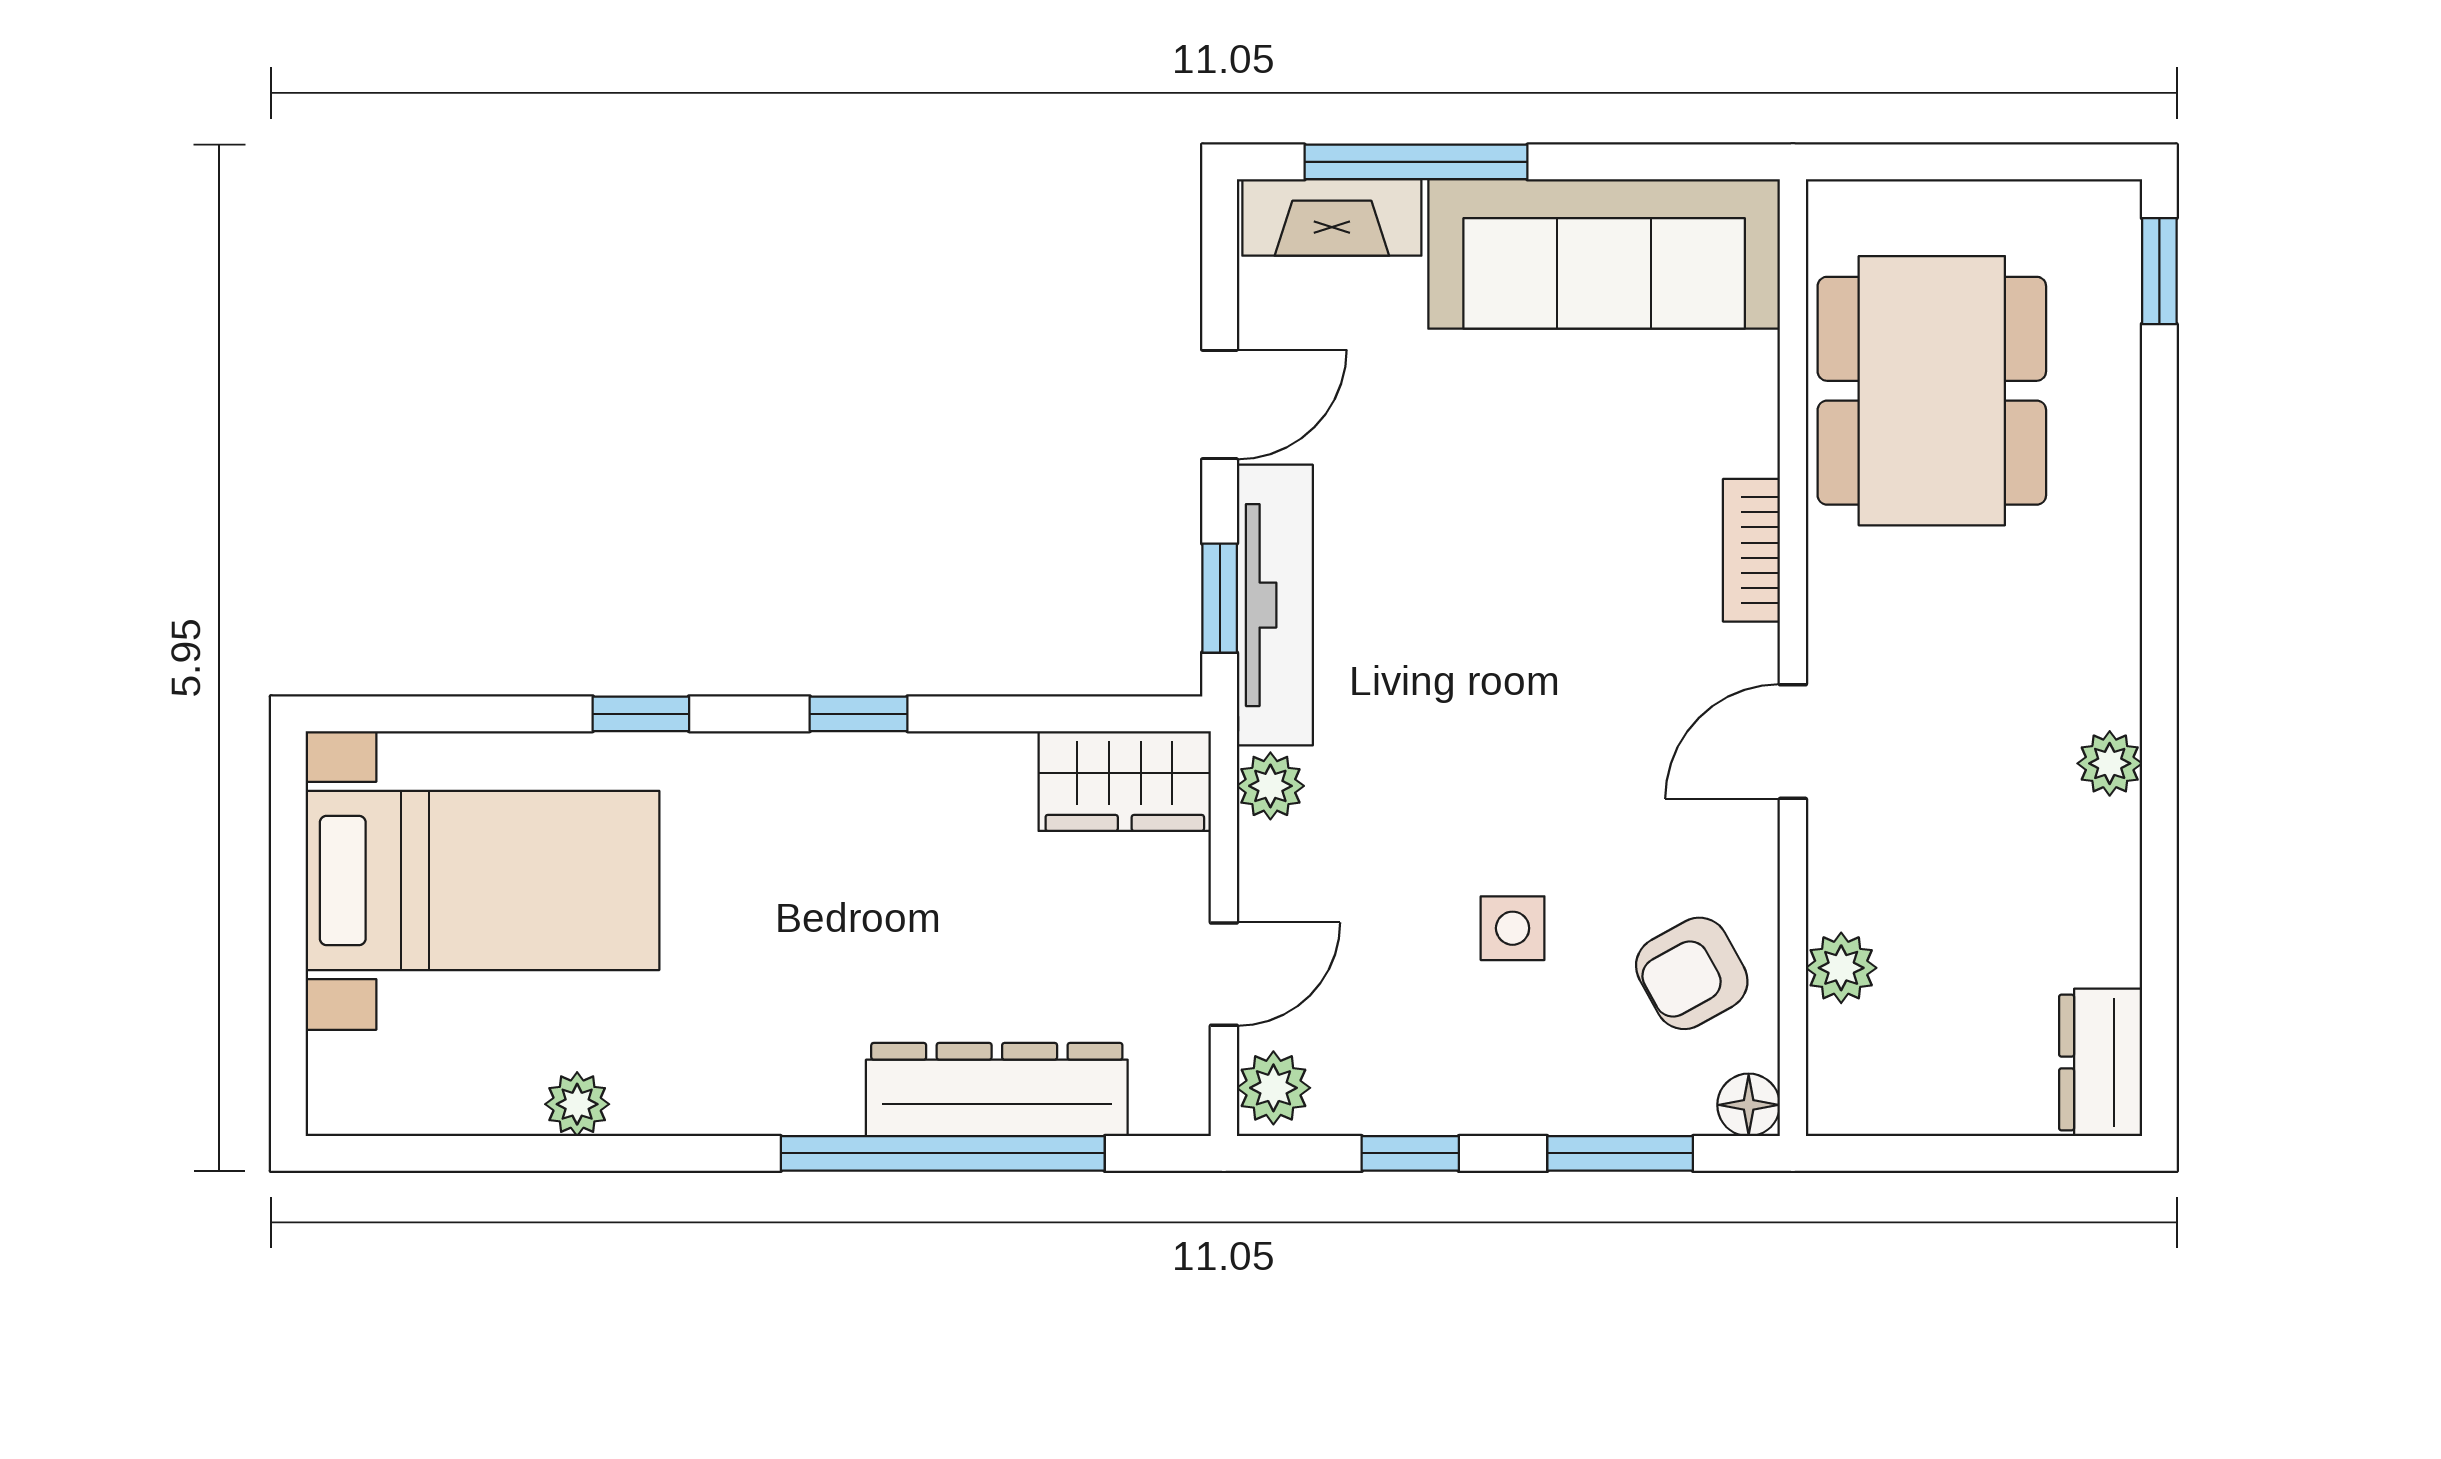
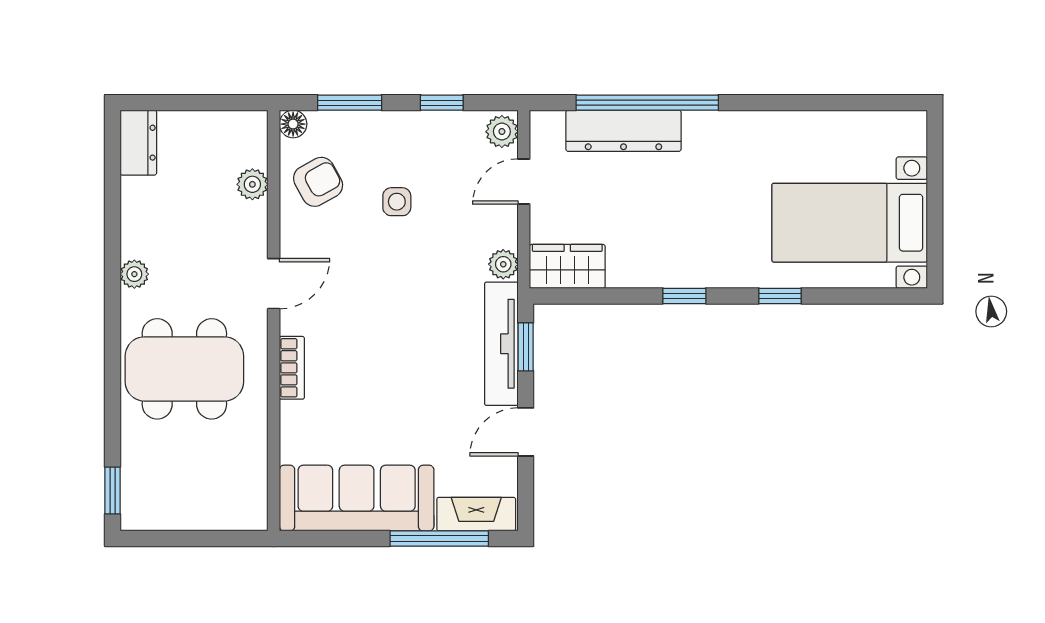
dining table: (1932, 391) -> (184, 369), moved, turned 90
plant: (577, 1104) -> (808, 124), removed

